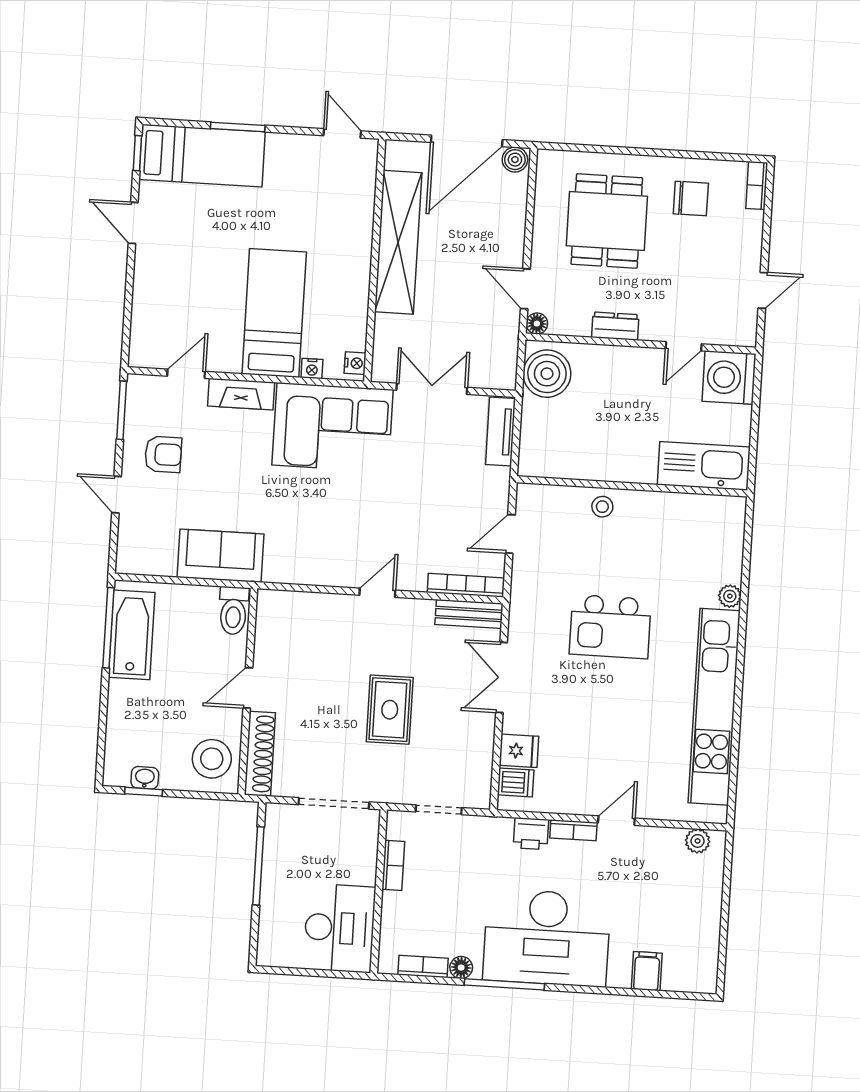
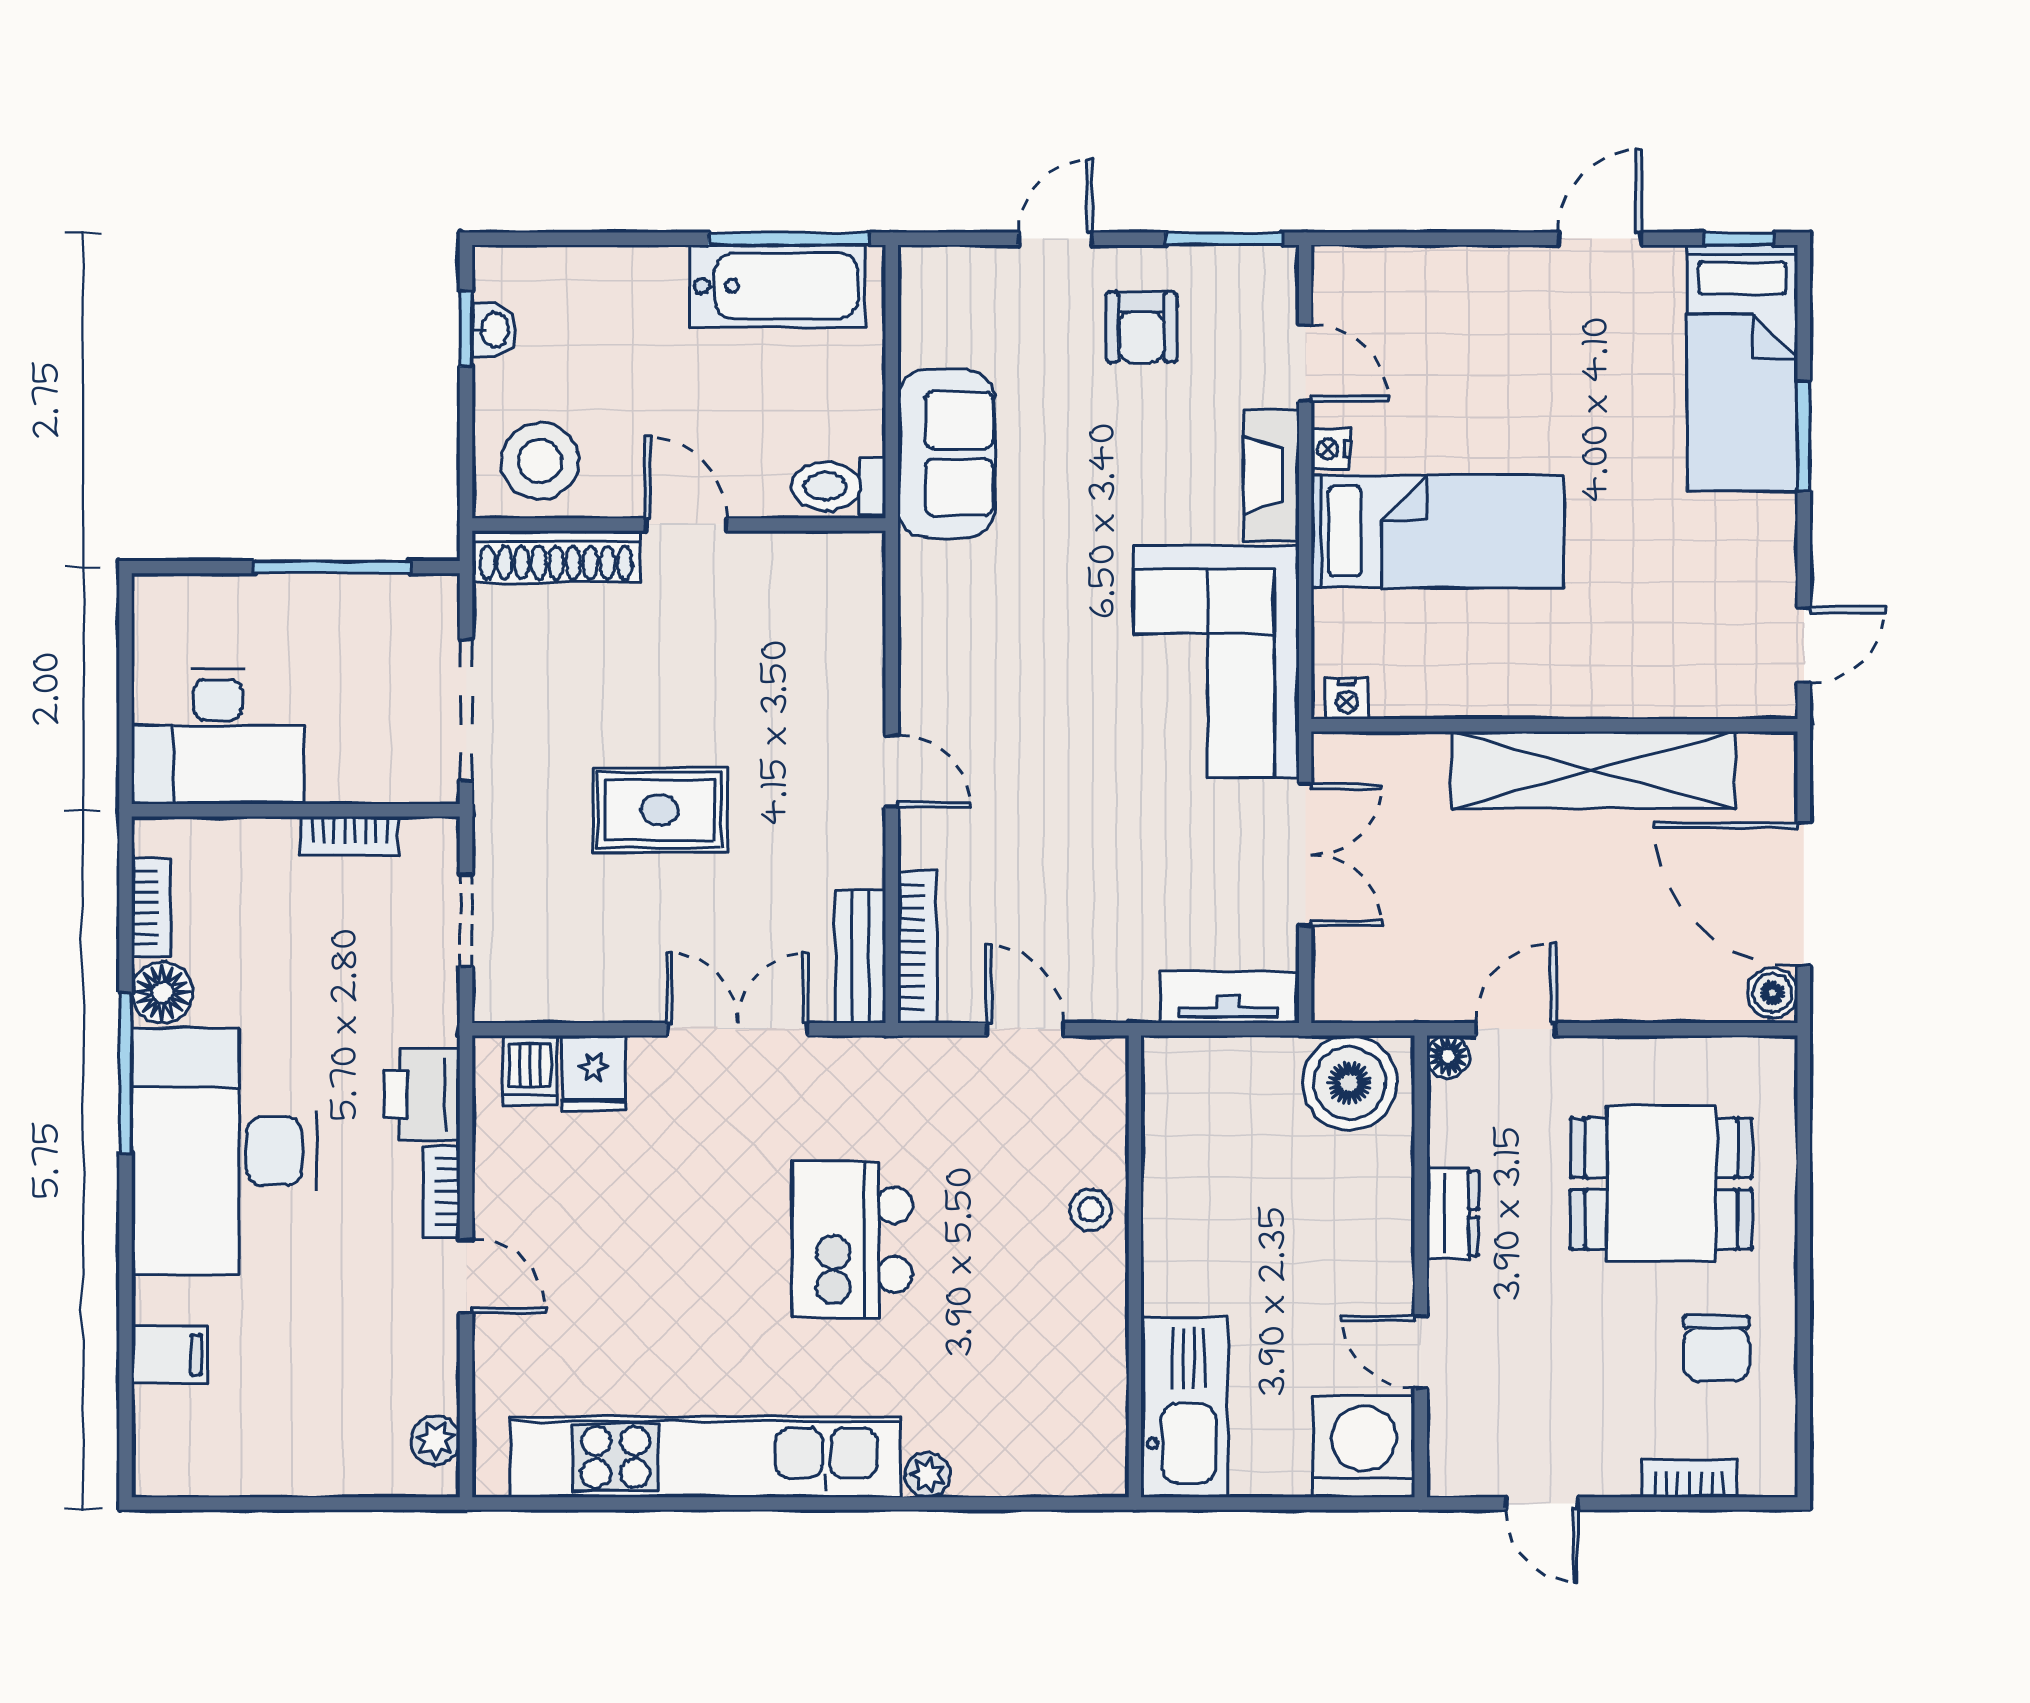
bookcase: (757, 185) -> (1689, 1478), moved
nightstand: (312, 369) -> (1331, 449), moved
printer: (531, 834) -> (422, 1095), width x1.36, depth x1.24
floor lamp: (461, 968) -> (162, 992), width x1.37, depth x1.37

